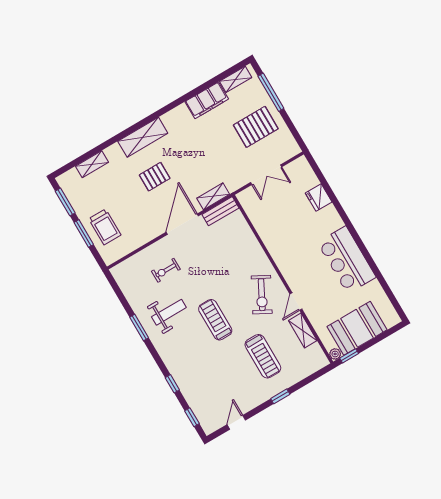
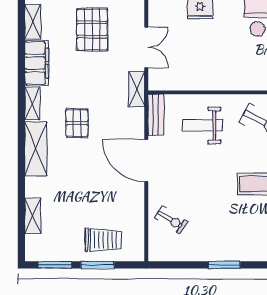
shelving: (175, 115) -> (32, 104), added
pallet: (155, 177) -> (77, 123), moved
shelving: (213, 196) -> (137, 89), moved
exercise bike: (166, 270) -> (171, 220), moved, turned -57
weight bench: (169, 312) -> (202, 125), moved, turned -90

